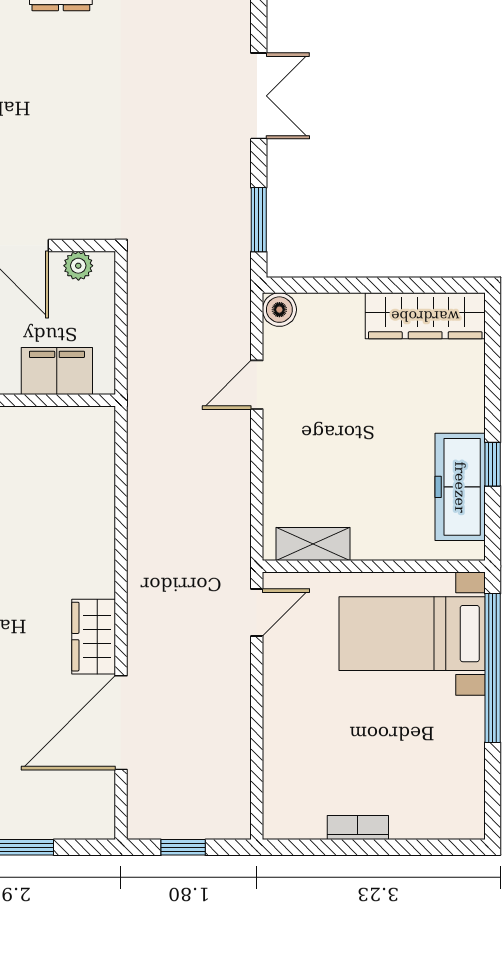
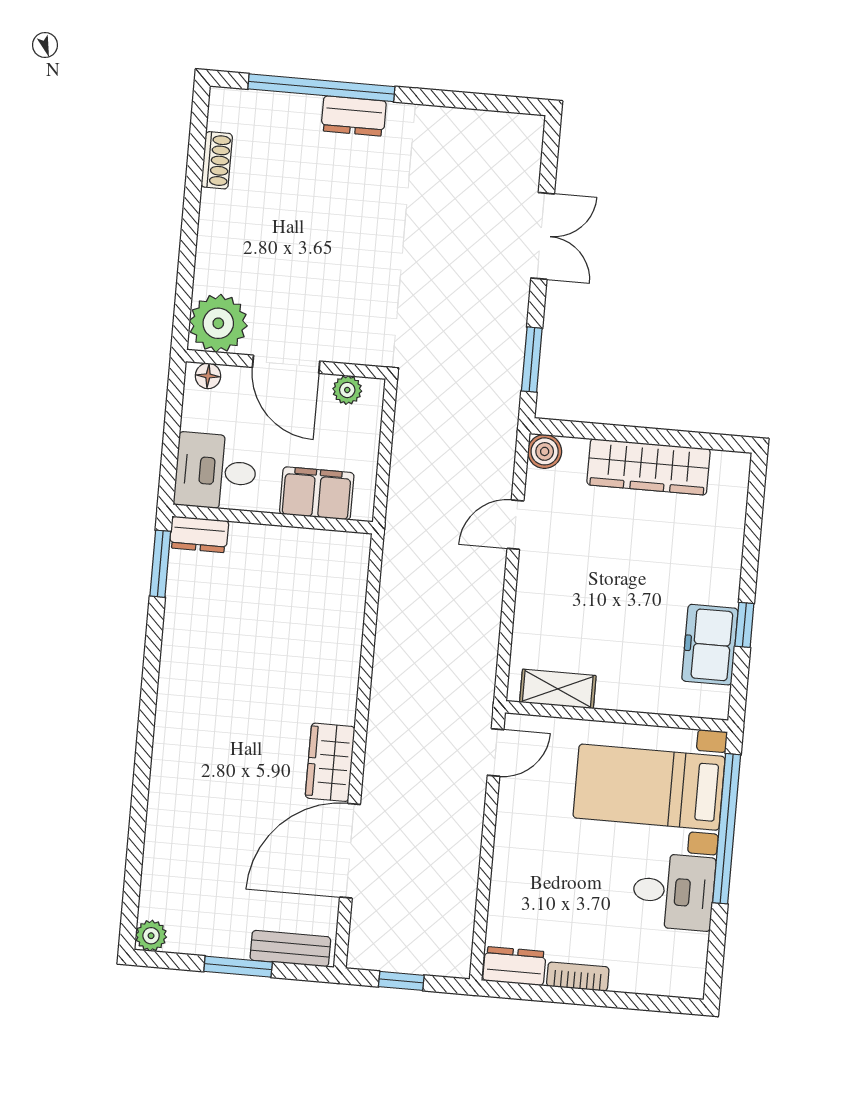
wardrobe: (425, 316) -> (649, 467), moved
freezer: (460, 487) -> (710, 645), width x0.71
desk: (445, 735) -> (674, 892), added
dresser: (294, 823) -> (514, 966), added
bench: (70, 825) -> (290, 949), added

